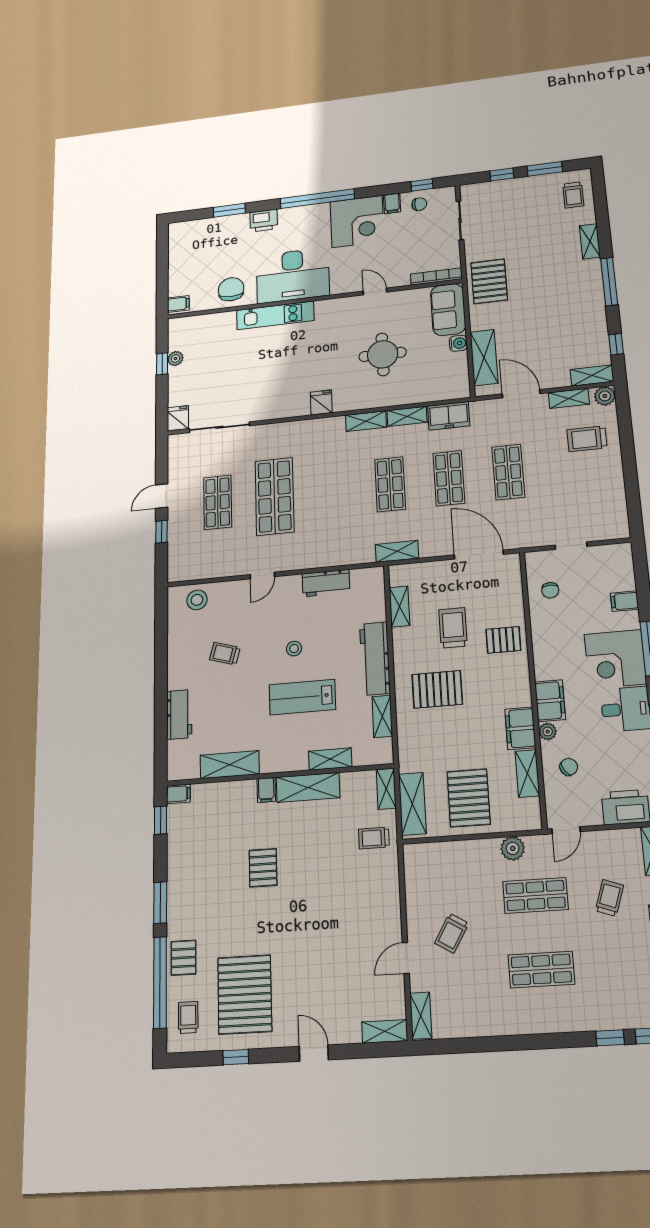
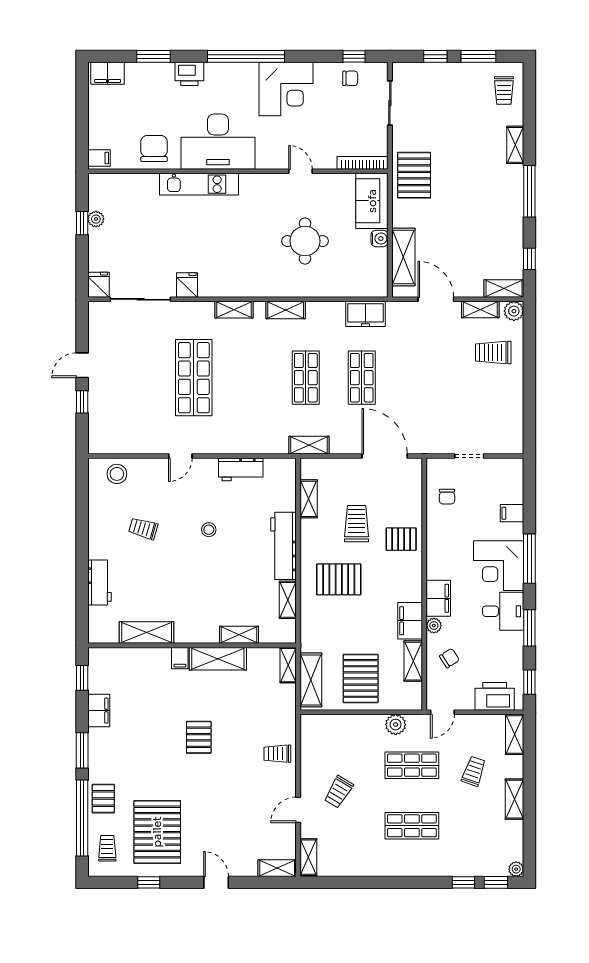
filing cabinet: (392, 203) -> (108, 73), moved, width x2.00
fridge: (321, 402) -> (187, 285), moved
shelving: (407, 416) -> (234, 310), moved
shop shelf: (508, 472) -> (418, 378), removed
shop shelf: (218, 502) -> (138, 378), removed
lab bench: (302, 697) -> (215, 576), removed
filing cabinet: (178, 794) -> (99, 711), moved, width x2.00
trolley: (374, 838) -> (277, 754), moved
pallet: (263, 868) -> (199, 737), moved

